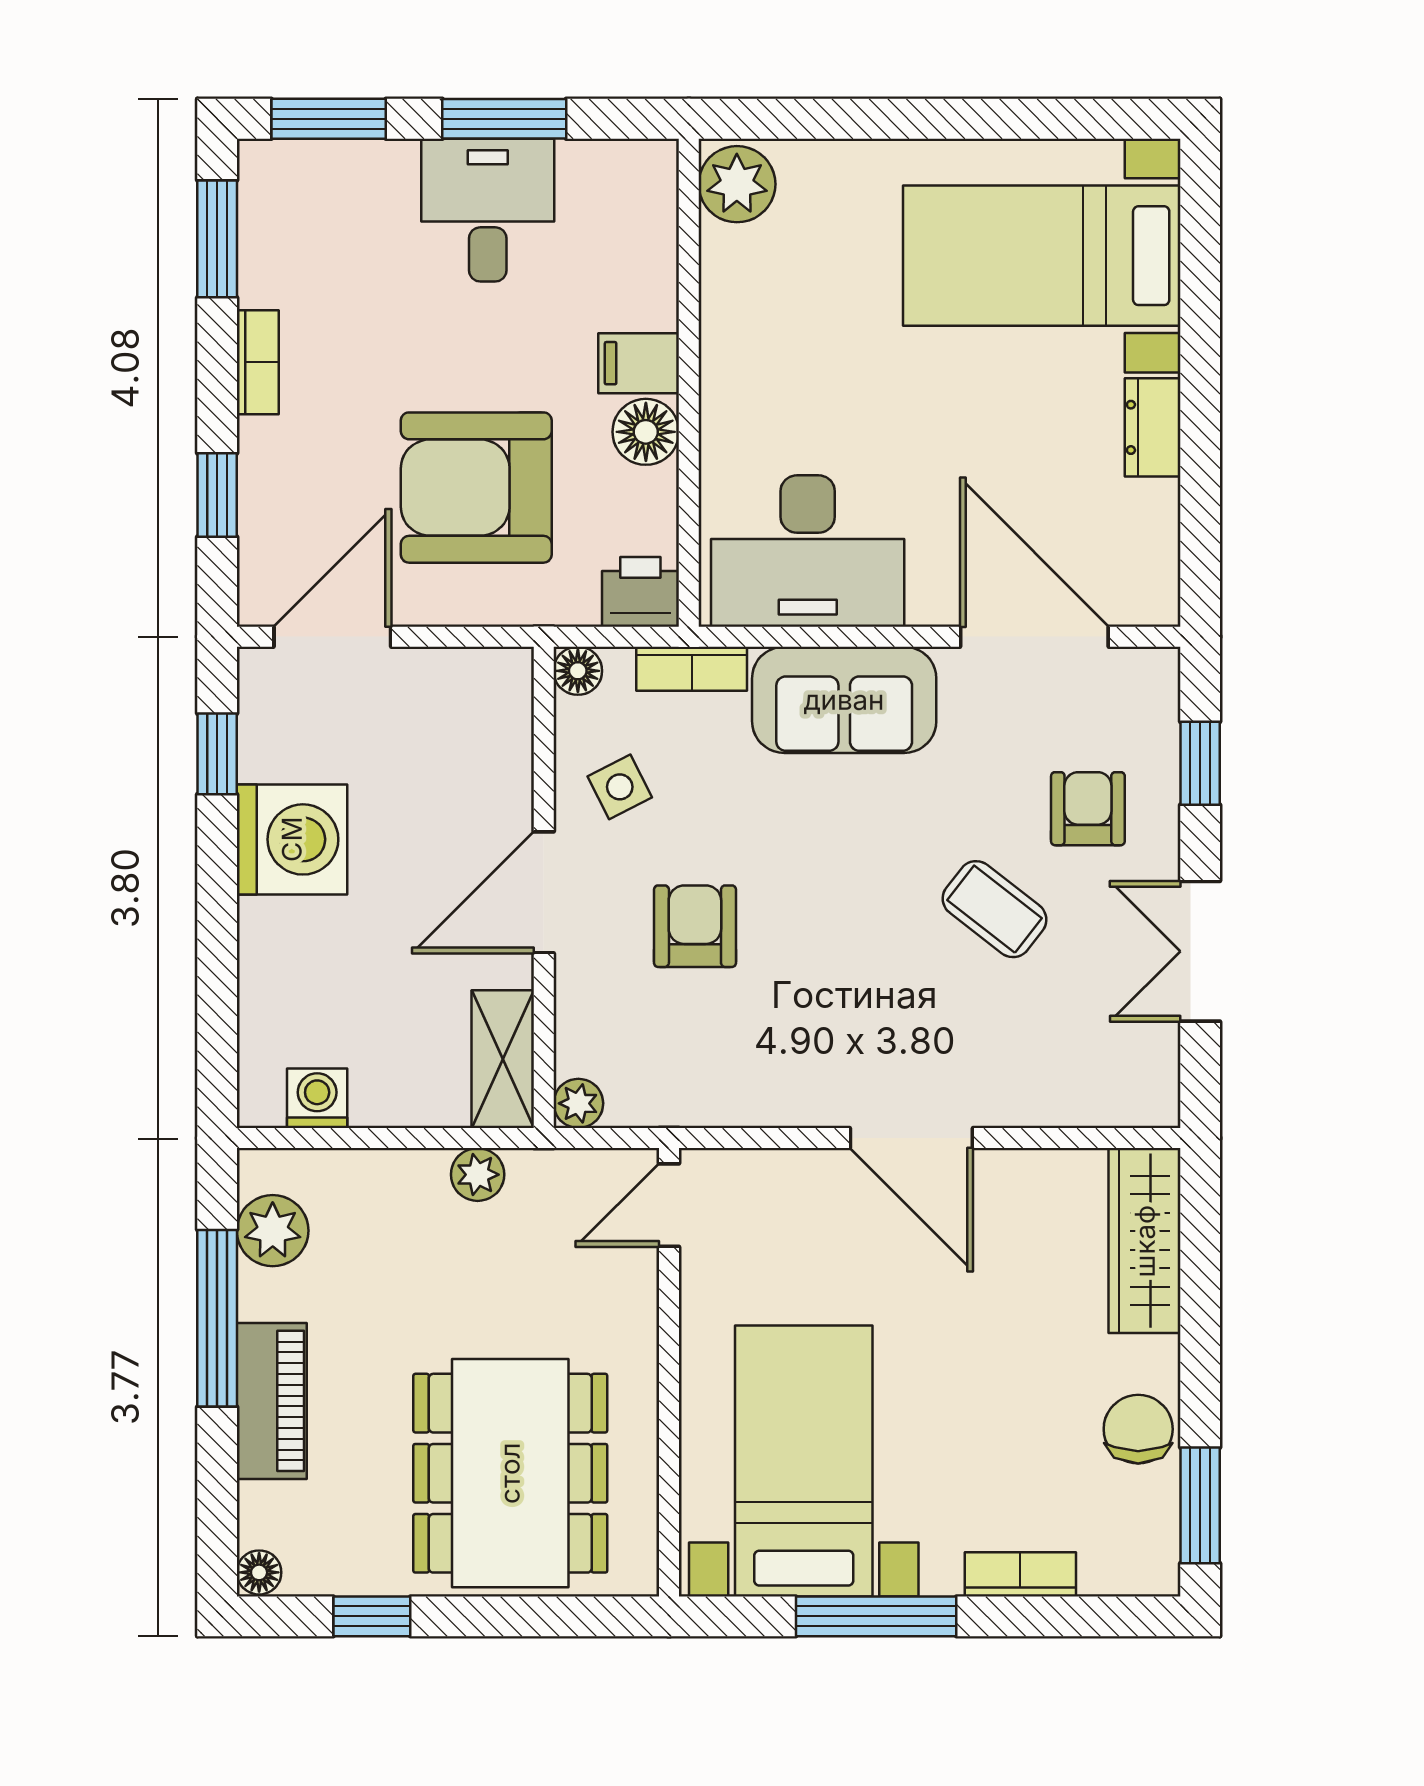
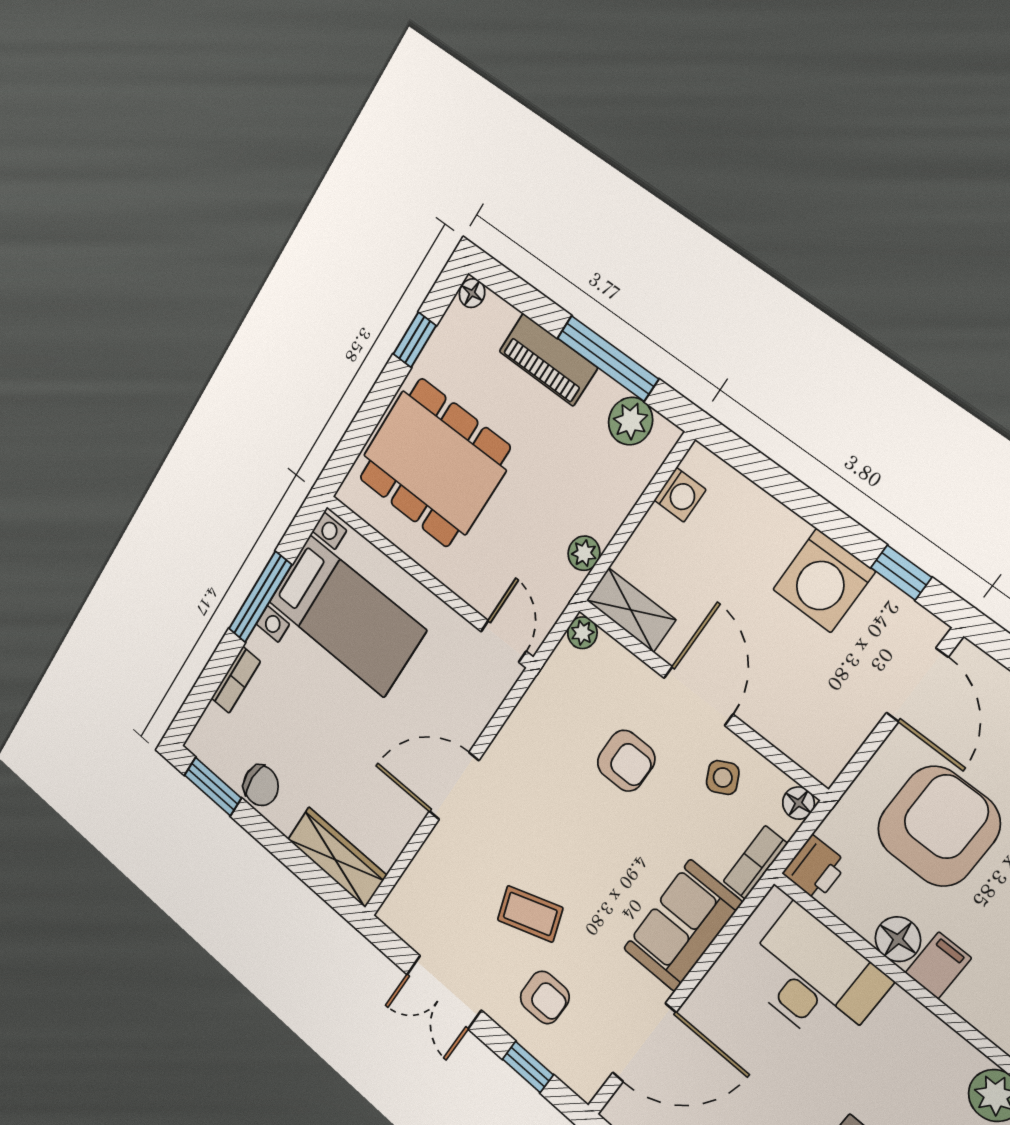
desk: (808, 551) -> (814, 978), moved, turned 90
coffee table: (995, 909) -> (530, 914), turned 33
double door: (1200, 951) -> (444, 992), swing flipped

